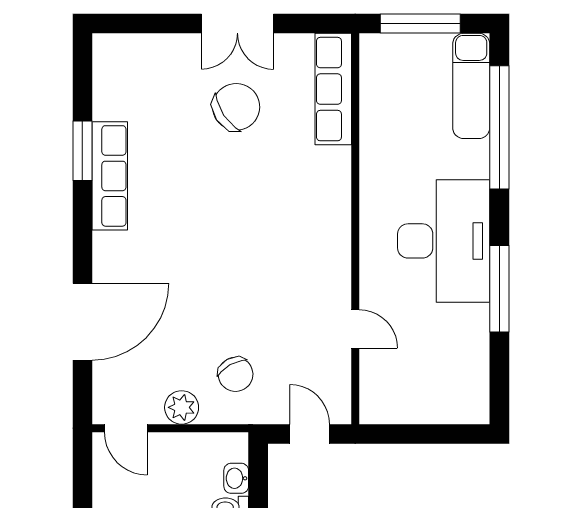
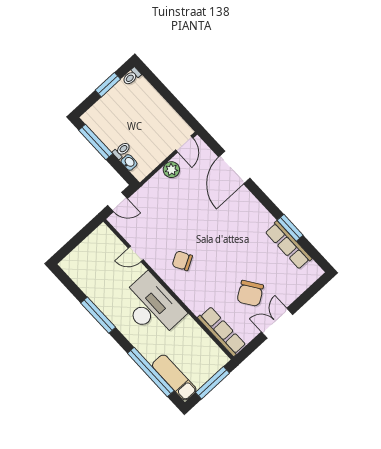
row of seats: (110, 176) -> (288, 245), moved
desk: (444, 241) -> (152, 307), moved, turned 180
chair: (236, 374) -> (182, 261), moved
door: (126, 428) -> (184, 144), swing flipped

